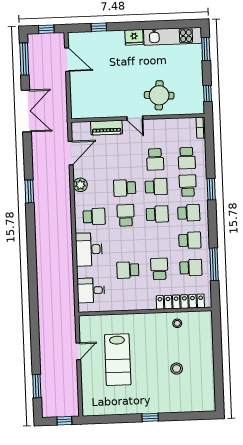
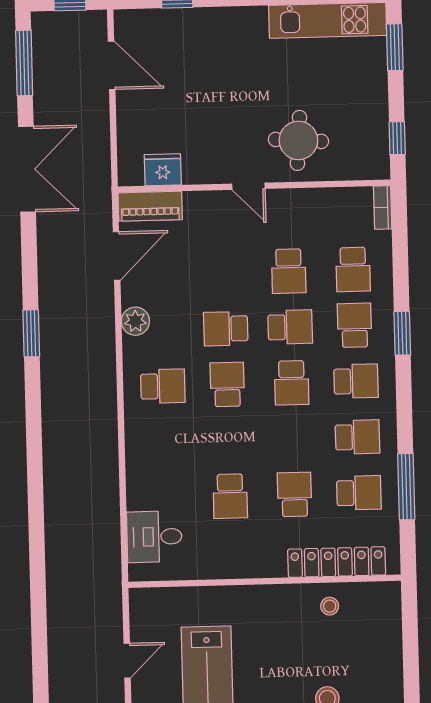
fridge: (134, 37) -> (163, 170), moved, turned 180
piano: (107, 128) -> (150, 206), moved
school desk: (157, 214) -> (292, 383), turned 90
desk: (89, 249) -> (151, 453), removed
school desk: (128, 270) -> (230, 496), turned -90

